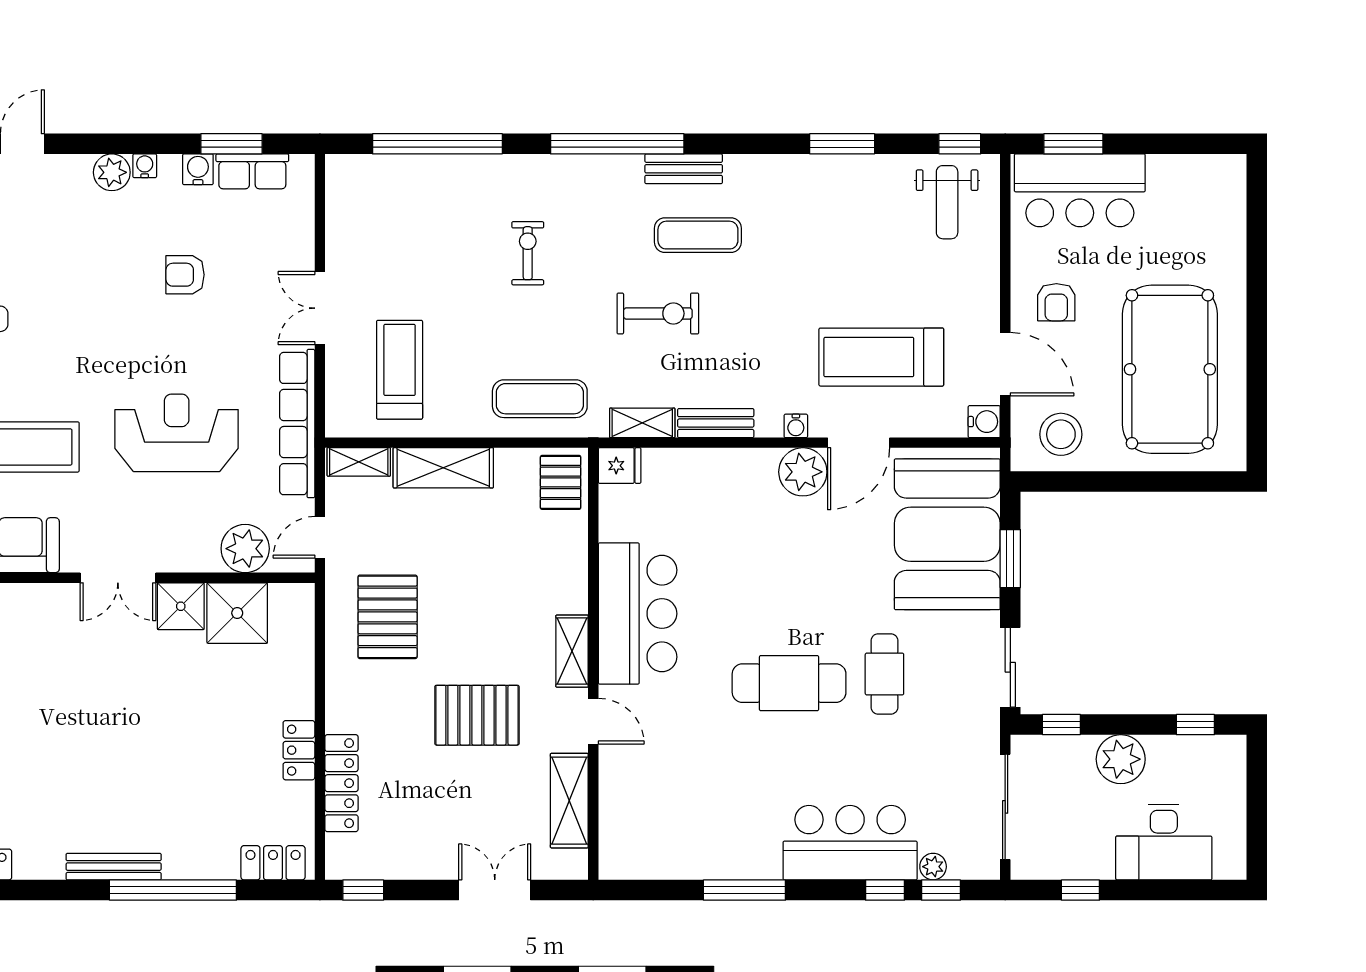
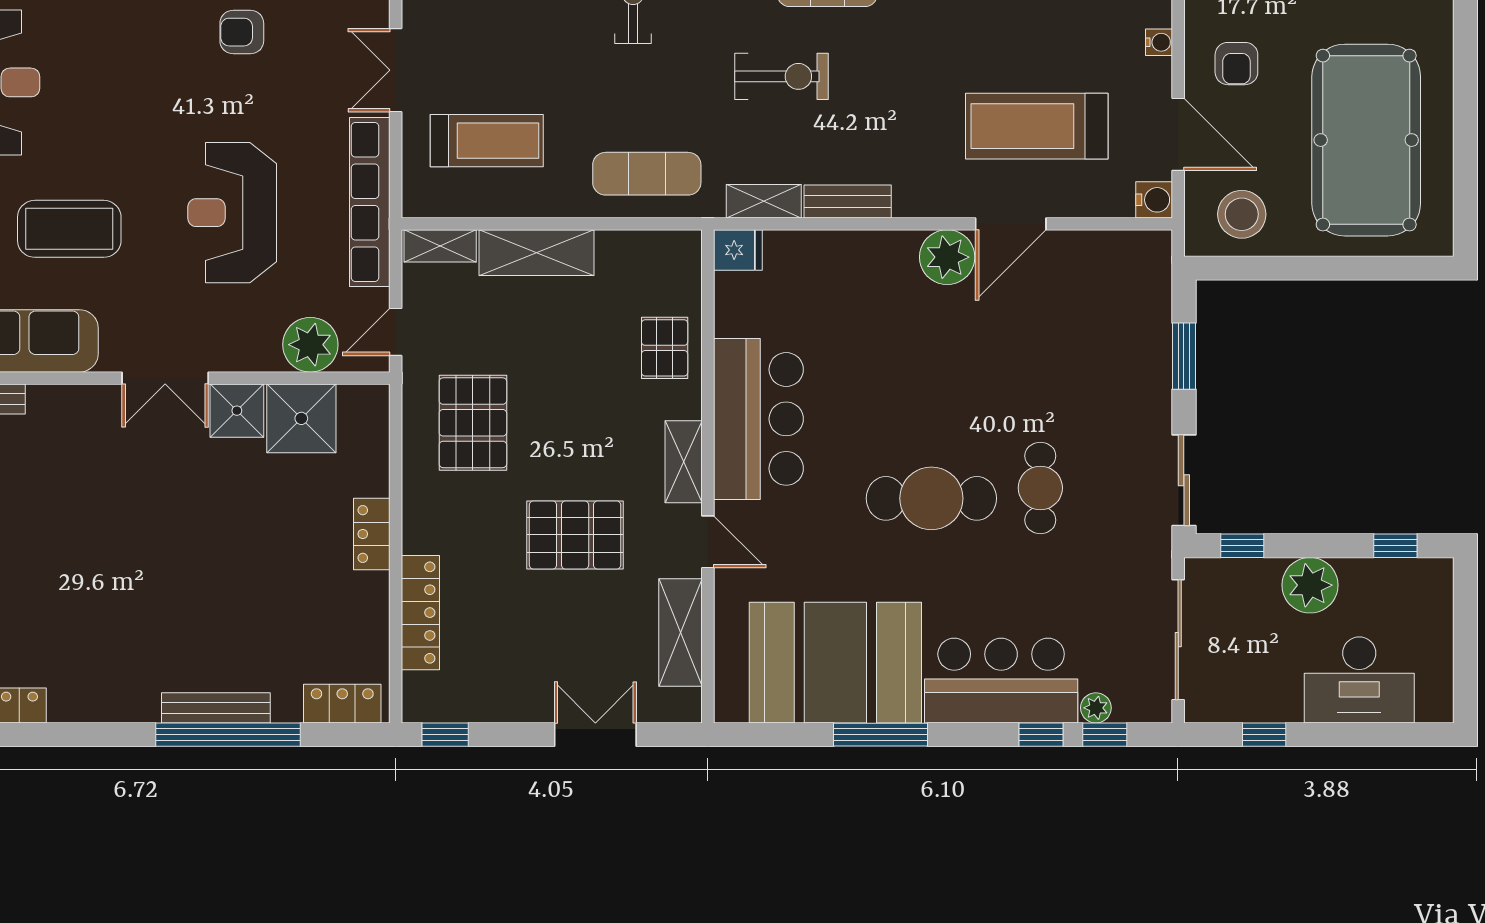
treadmill: (400, 370) -> (487, 141), turned 90
water cooler: (796, 426) -> (1159, 42), moved, turned -90
reception desk: (177, 433) -> (232, 213), turned -90
pallet: (561, 482) -> (665, 348), moved
booth: (947, 534) -> (835, 663), moved, turned 90
locker: (299, 750) -> (372, 534), moved
bench: (114, 867) -> (216, 708), moved

